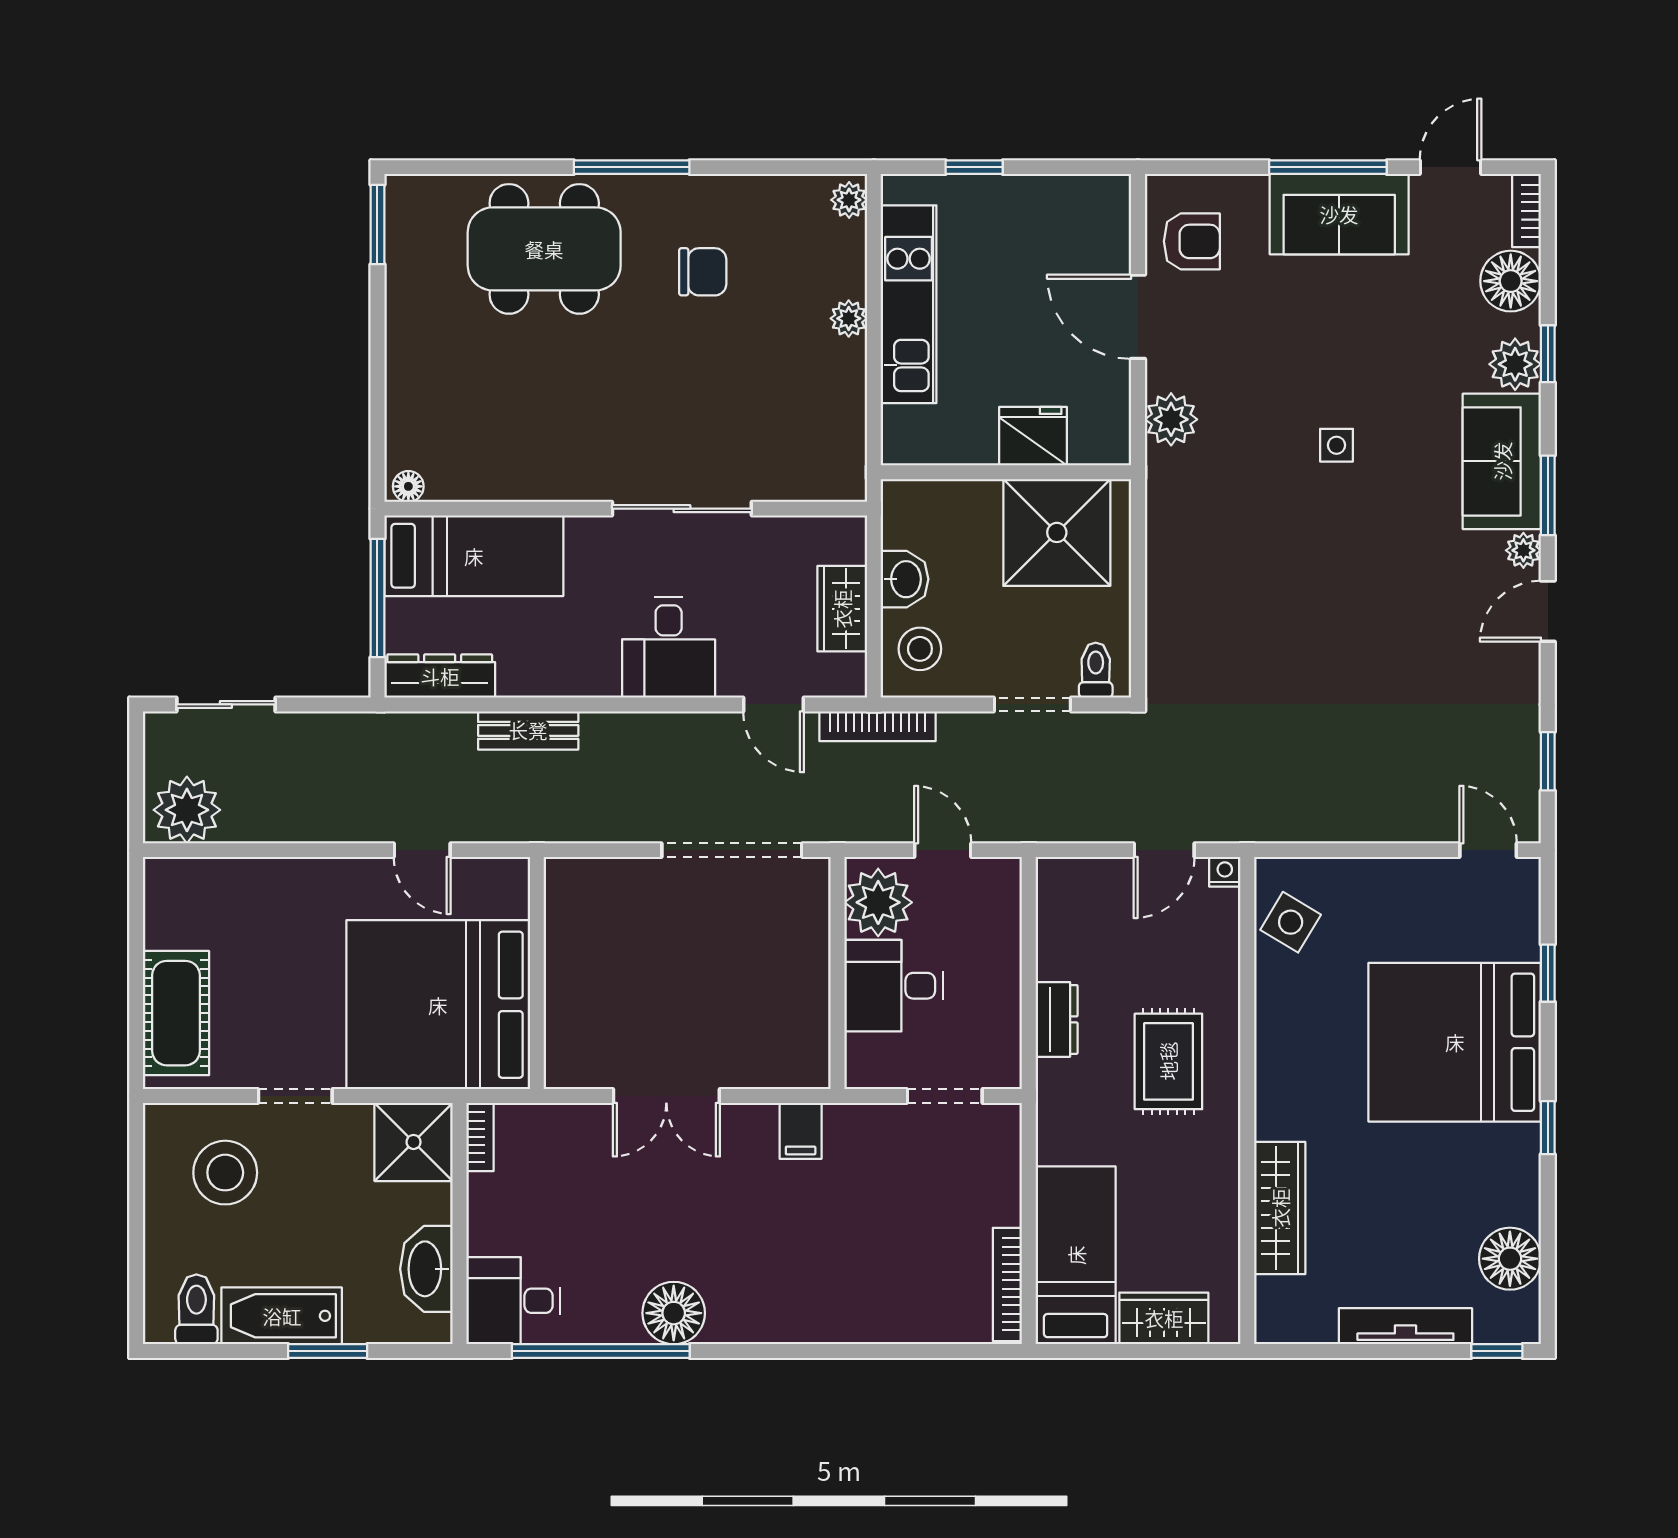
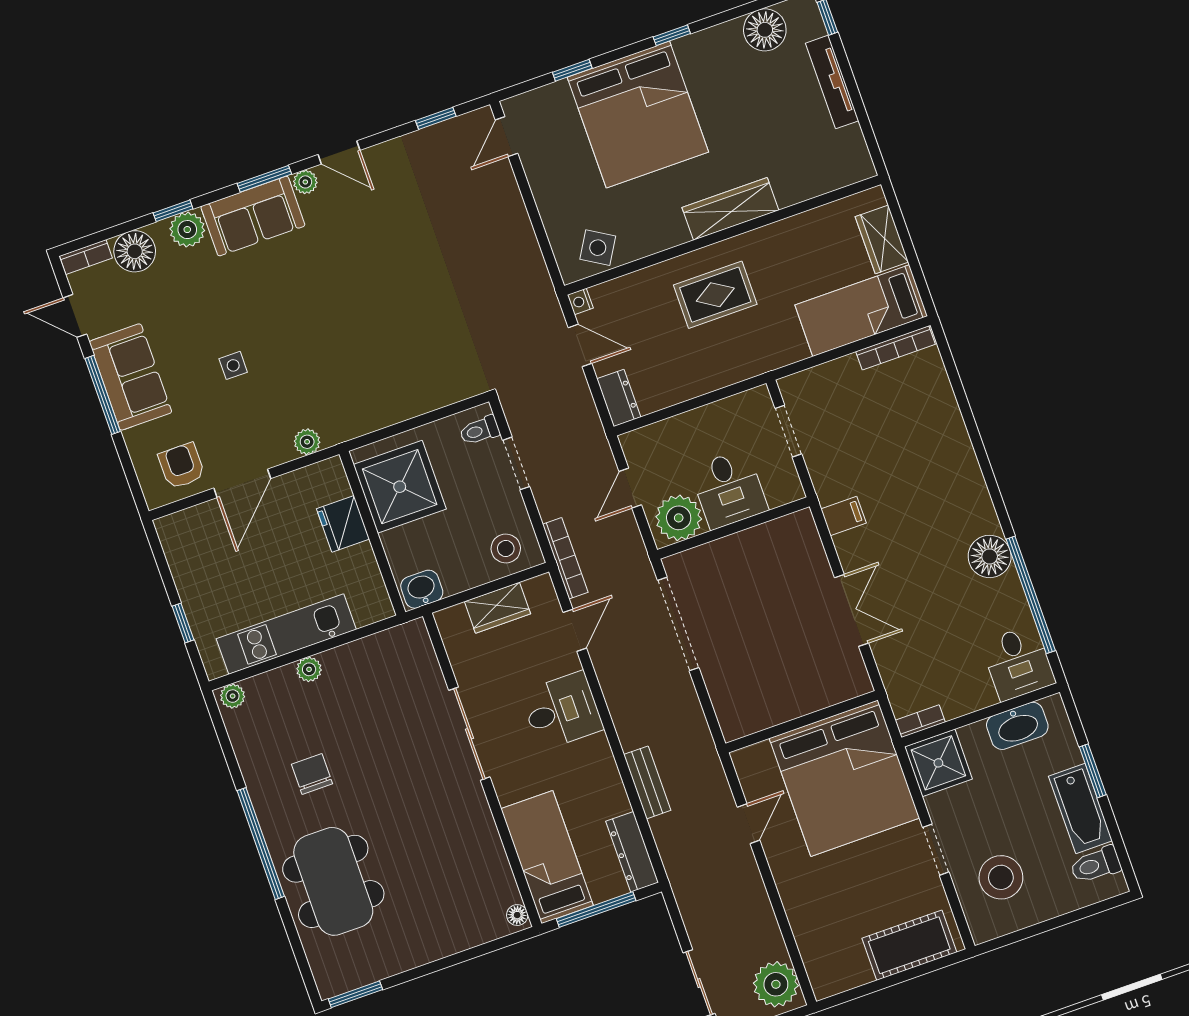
window: (632, 167) -> (261, 844), width x1.46
plant: (1171, 419) -> (307, 442), width x0.73, depth x0.73
side table: (1336, 445) -> (233, 365), moved
washbasin: (905, 579) -> (422, 589), moved
dresser: (1057, 1019) -> (619, 398), moved, turned 90
wardrobe: (1280, 1208) -> (730, 209), moved

